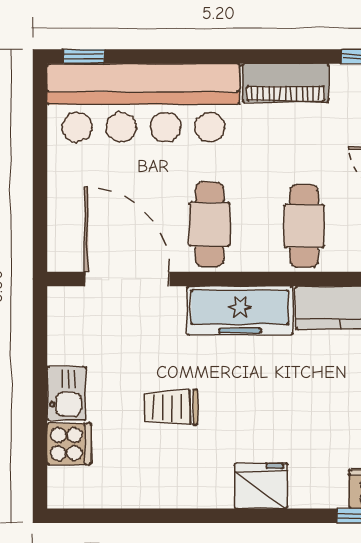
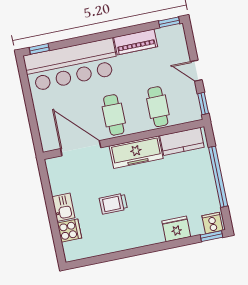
fridge: (261, 486) -> (176, 229), moved

